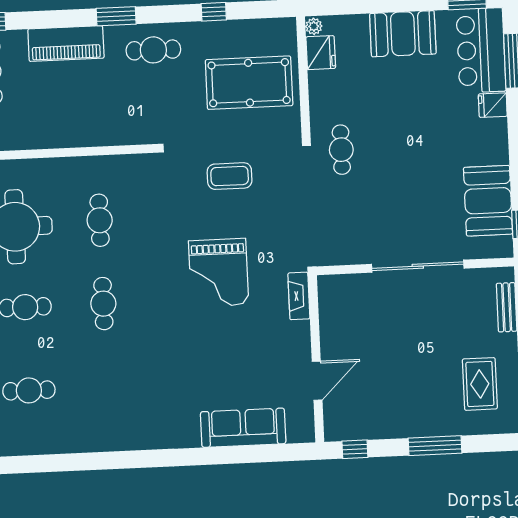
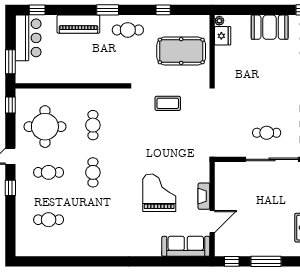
cafe table: (341, 150) -> (267, 133), moved, turned 90
grand piano: (219, 273) -> (159, 193), moved, turned 180
fireplace: (299, 296) -> (204, 196), moved
sofa: (243, 428) -> (186, 246), moved
window: (435, 446) -> (266, 261), moved

